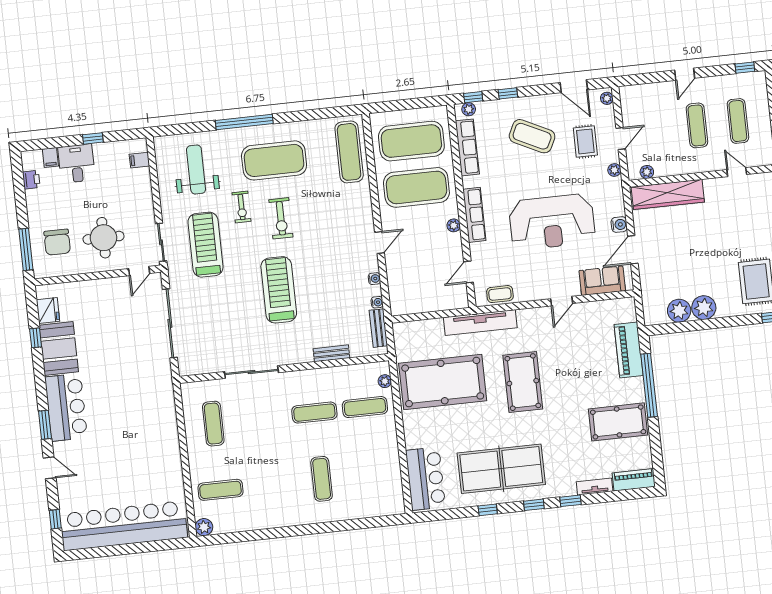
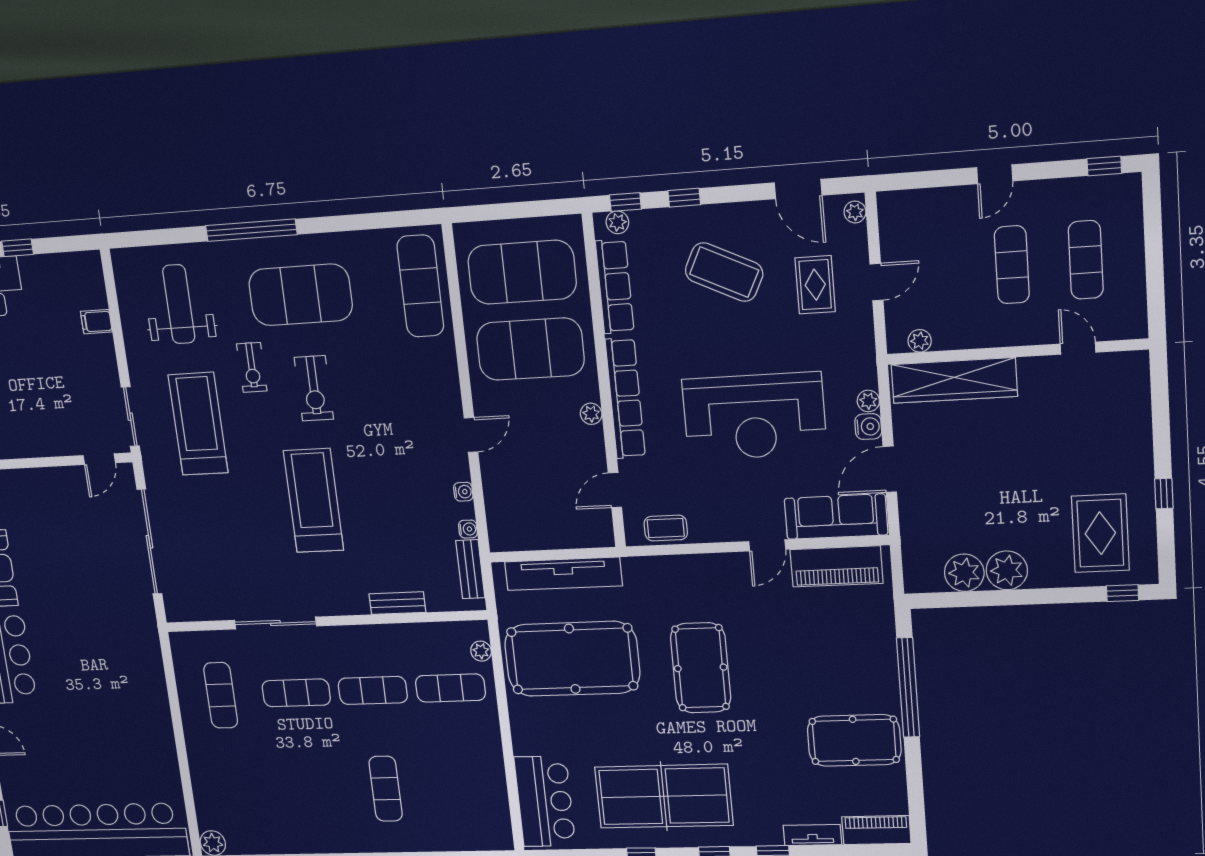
filing cabinet: (139, 160) -> (96, 322), moved
plant: (614, 170) -> (868, 401), moved
row of seats: (474, 215) -> (625, 398), width x1.36
round table: (104, 238) -> (43, 405), removed
sofa: (602, 281) -> (836, 517), width x1.36
tv unit: (480, 322) -> (563, 574), moved
piano: (629, 350) -> (836, 566), moved, turned -90
exercise mat: (220, 490) -> (296, 693), moved

